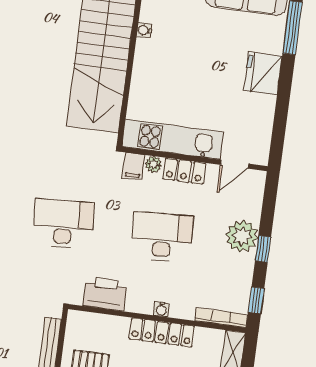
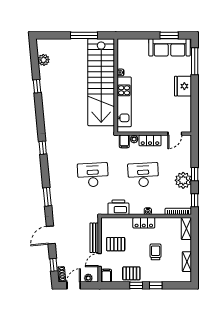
kitchen unit: (173, 139) -> (124, 102), moved, turned 90
plant: (242, 236) -> (183, 180), moved
locker: (162, 332) -> (144, 223), width x0.66

